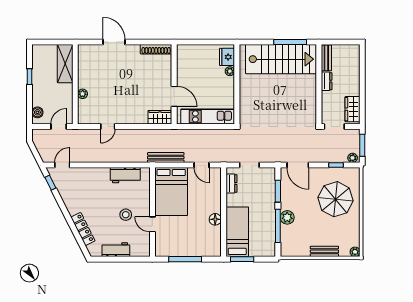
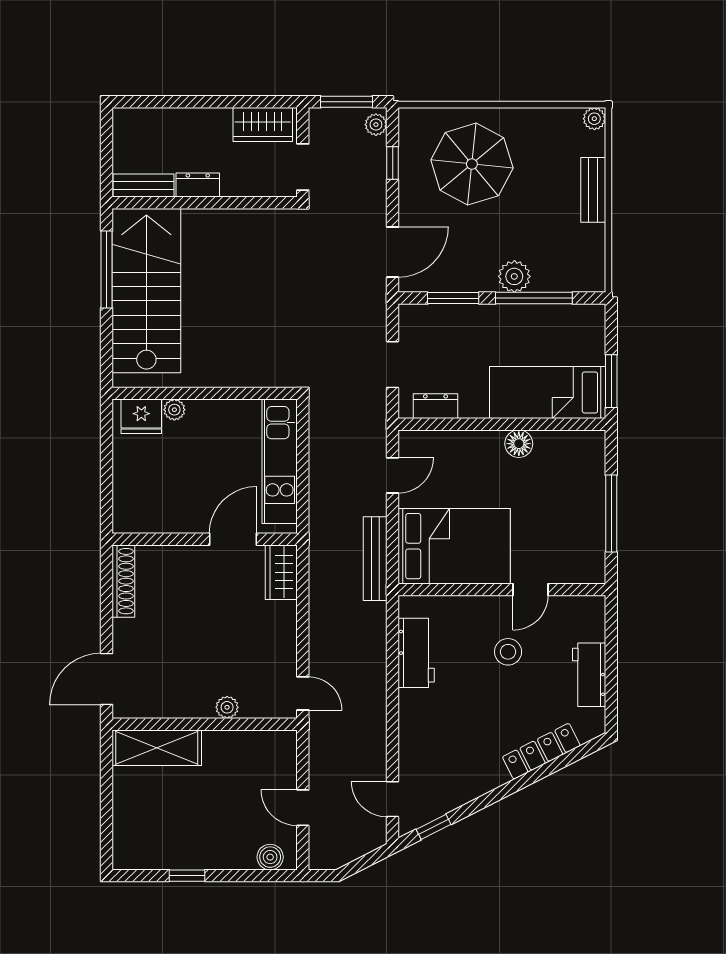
shelving: (65, 64) -> (157, 748), moved
wall: (75, 84) -> (205, 724), moved
plant: (83, 94) -> (227, 707), moved

